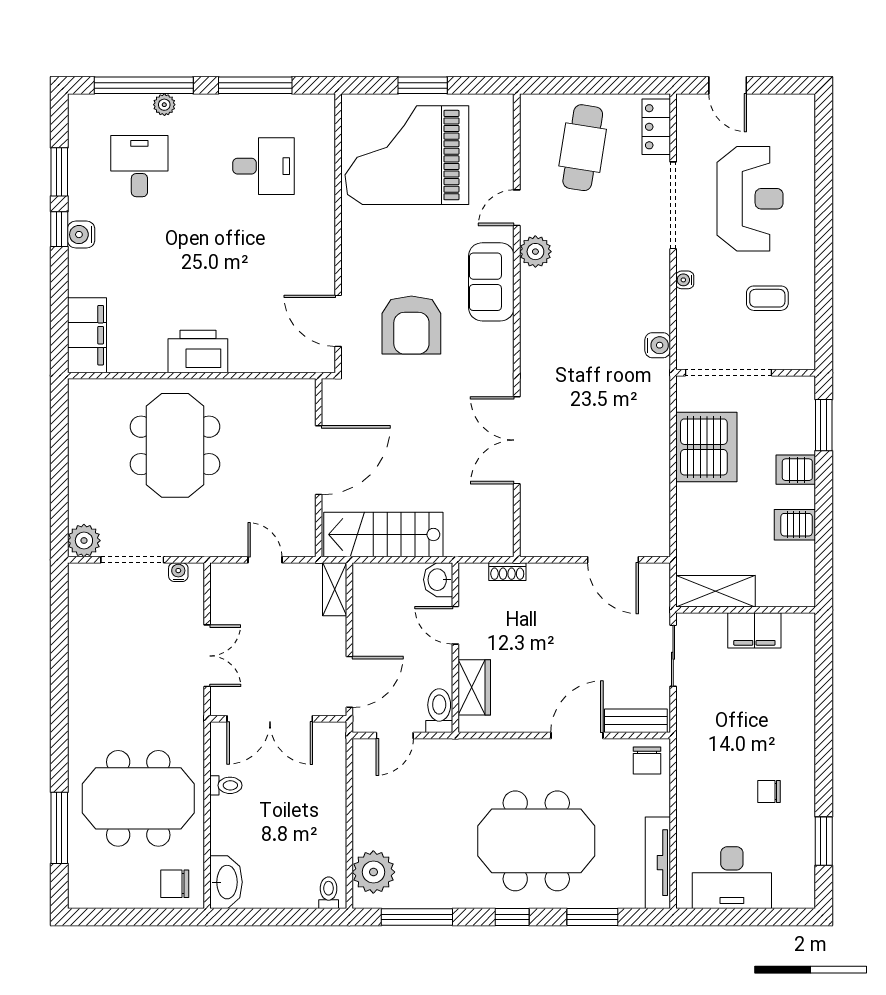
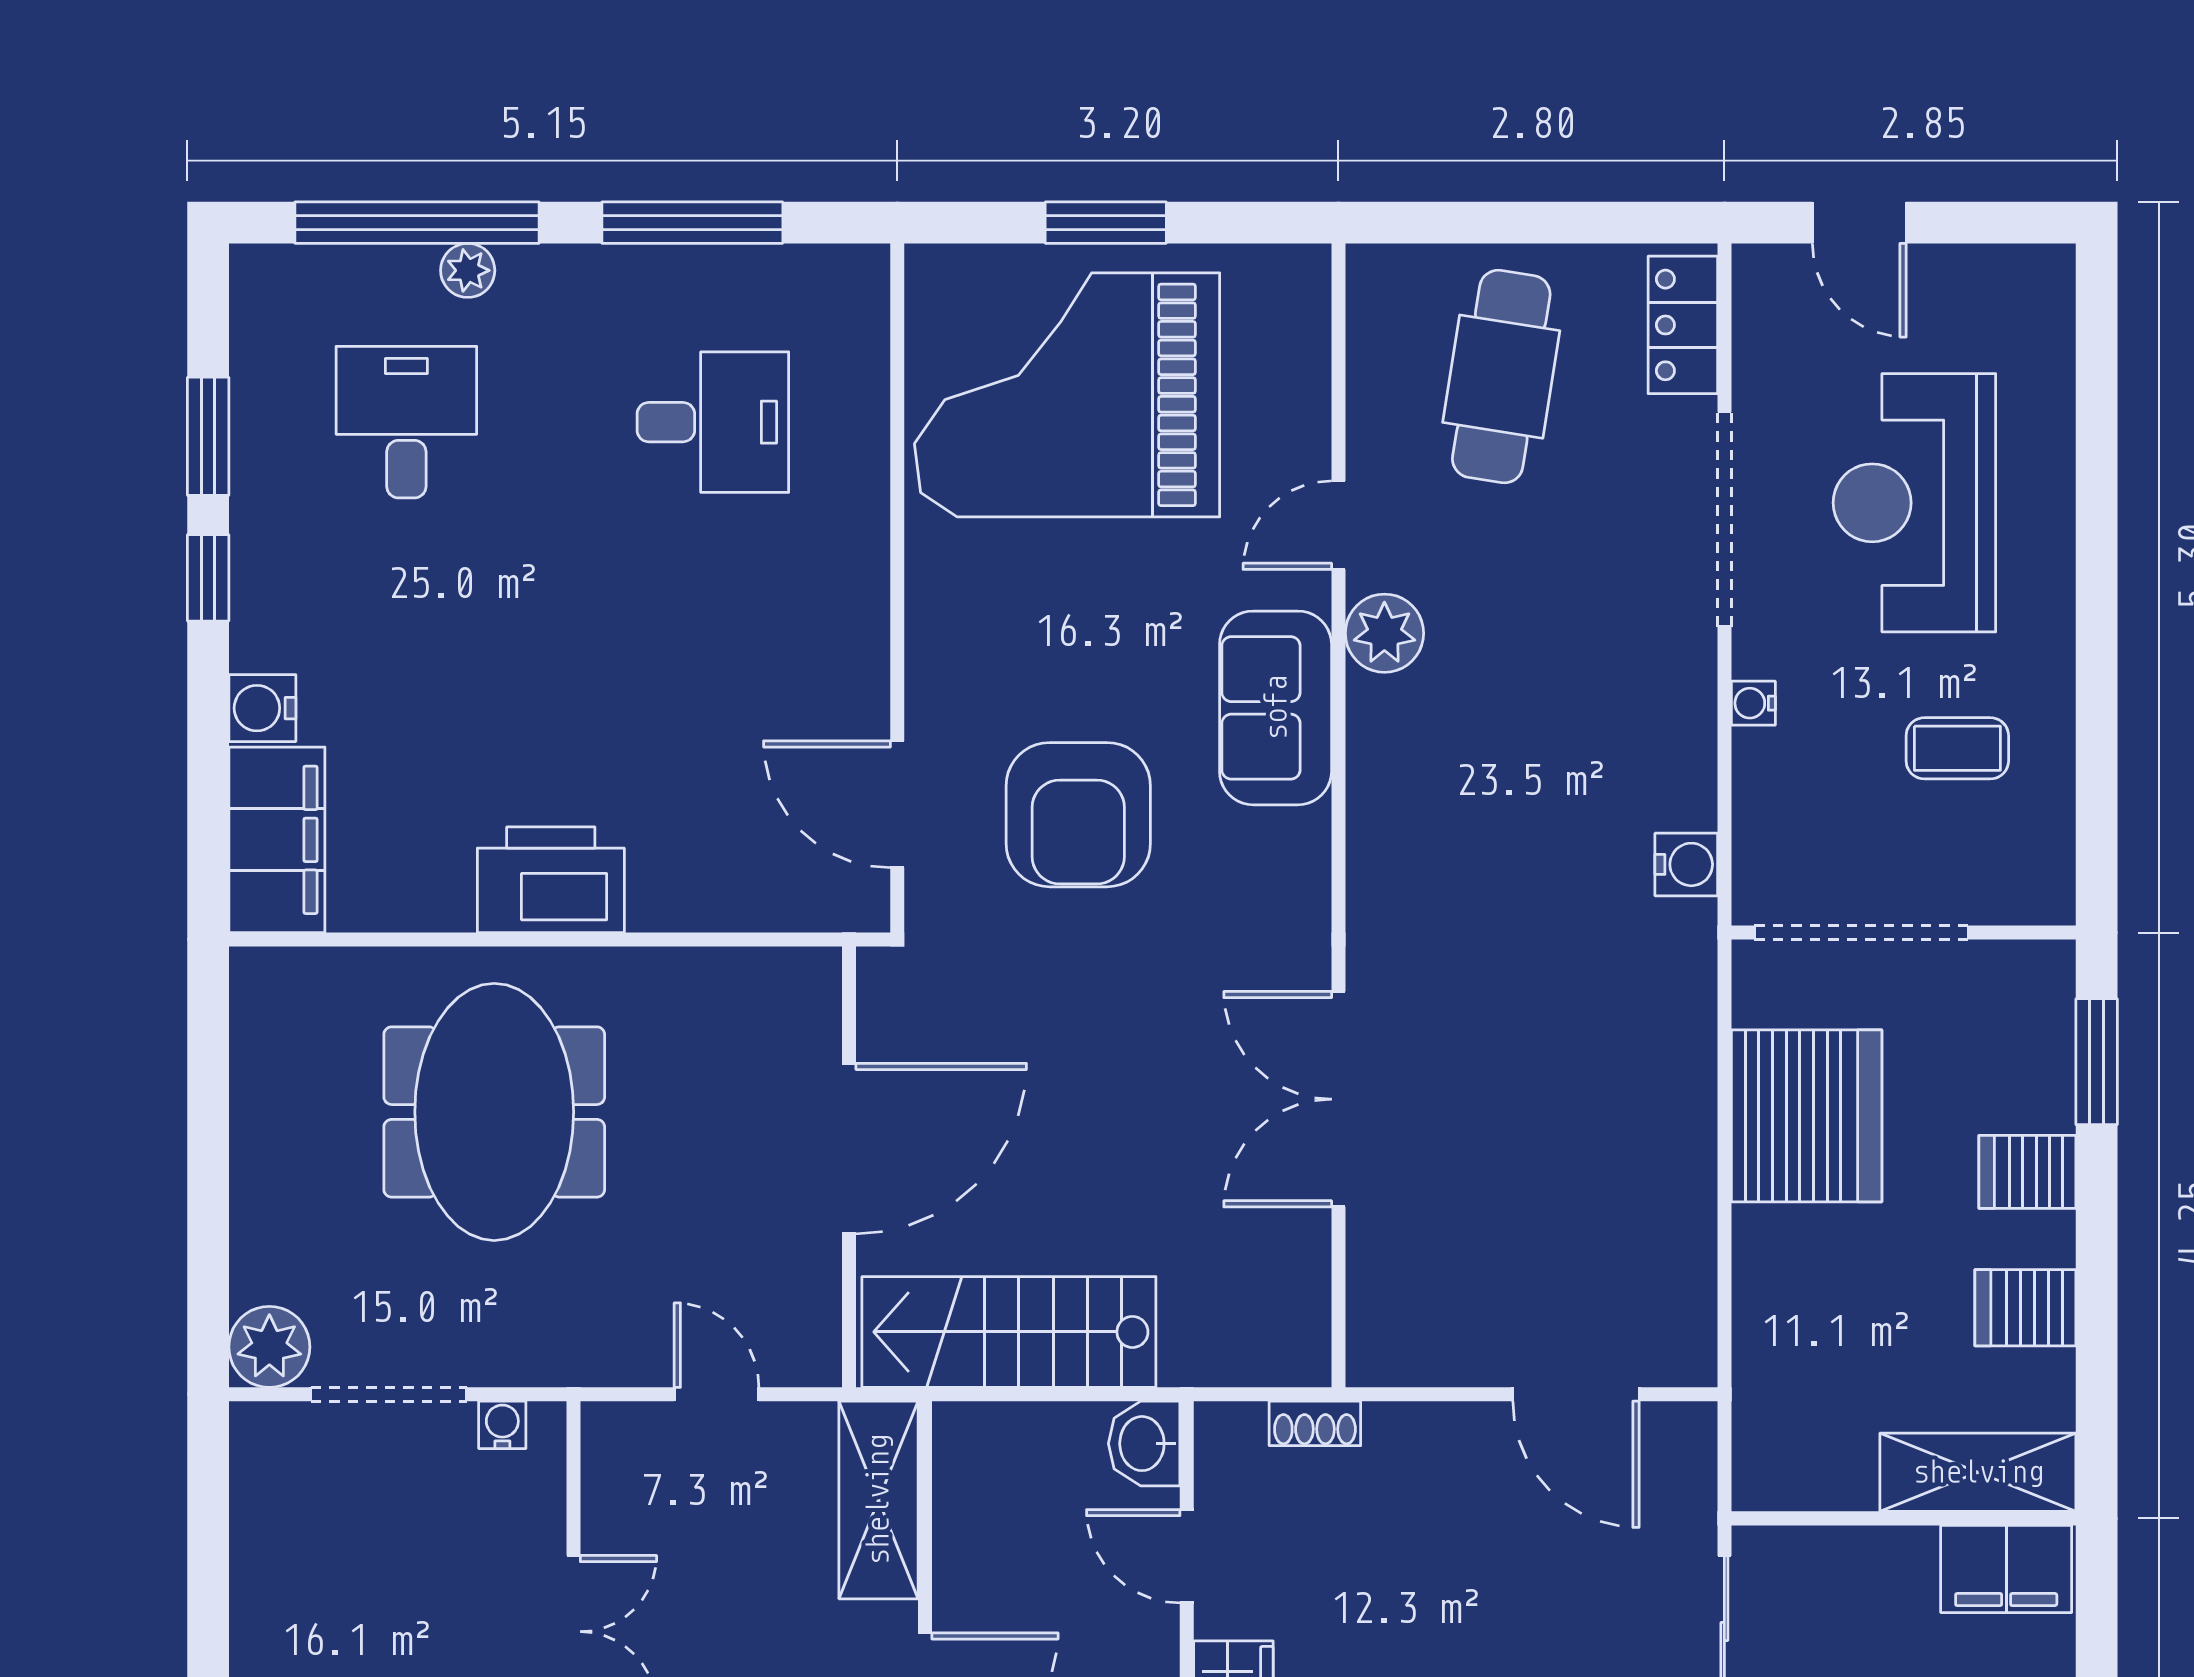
reception desk: (750, 199) -> (1914, 503), turned 180
water cooler: (81, 235) -> (262, 708), moved
shelving: (335, 589) -> (878, 1500), width x1.50, depth x1.33
shelving: (716, 591) -> (1978, 1472), moved
filing cabinet: (754, 630) -> (2006, 1569), moved

